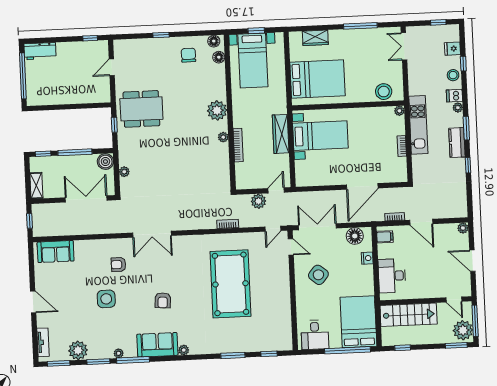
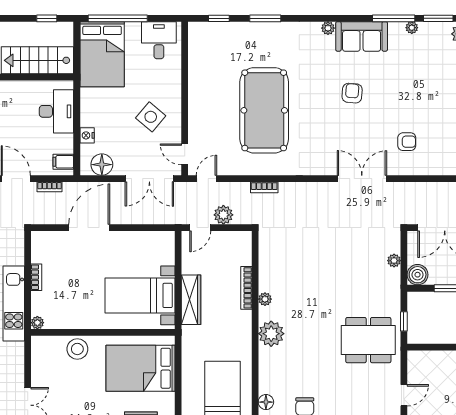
stool: (384, 92) -> (77, 349), moved
side table: (106, 299) -> (425, 98), removed

